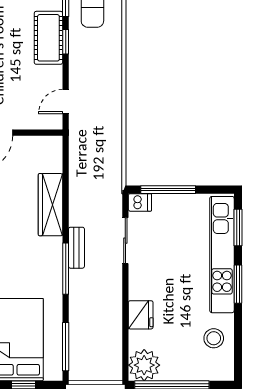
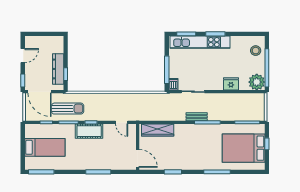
wardrobe: (50, 205) -> (158, 130), moved
stool: (214, 338) -> (256, 51), moved

